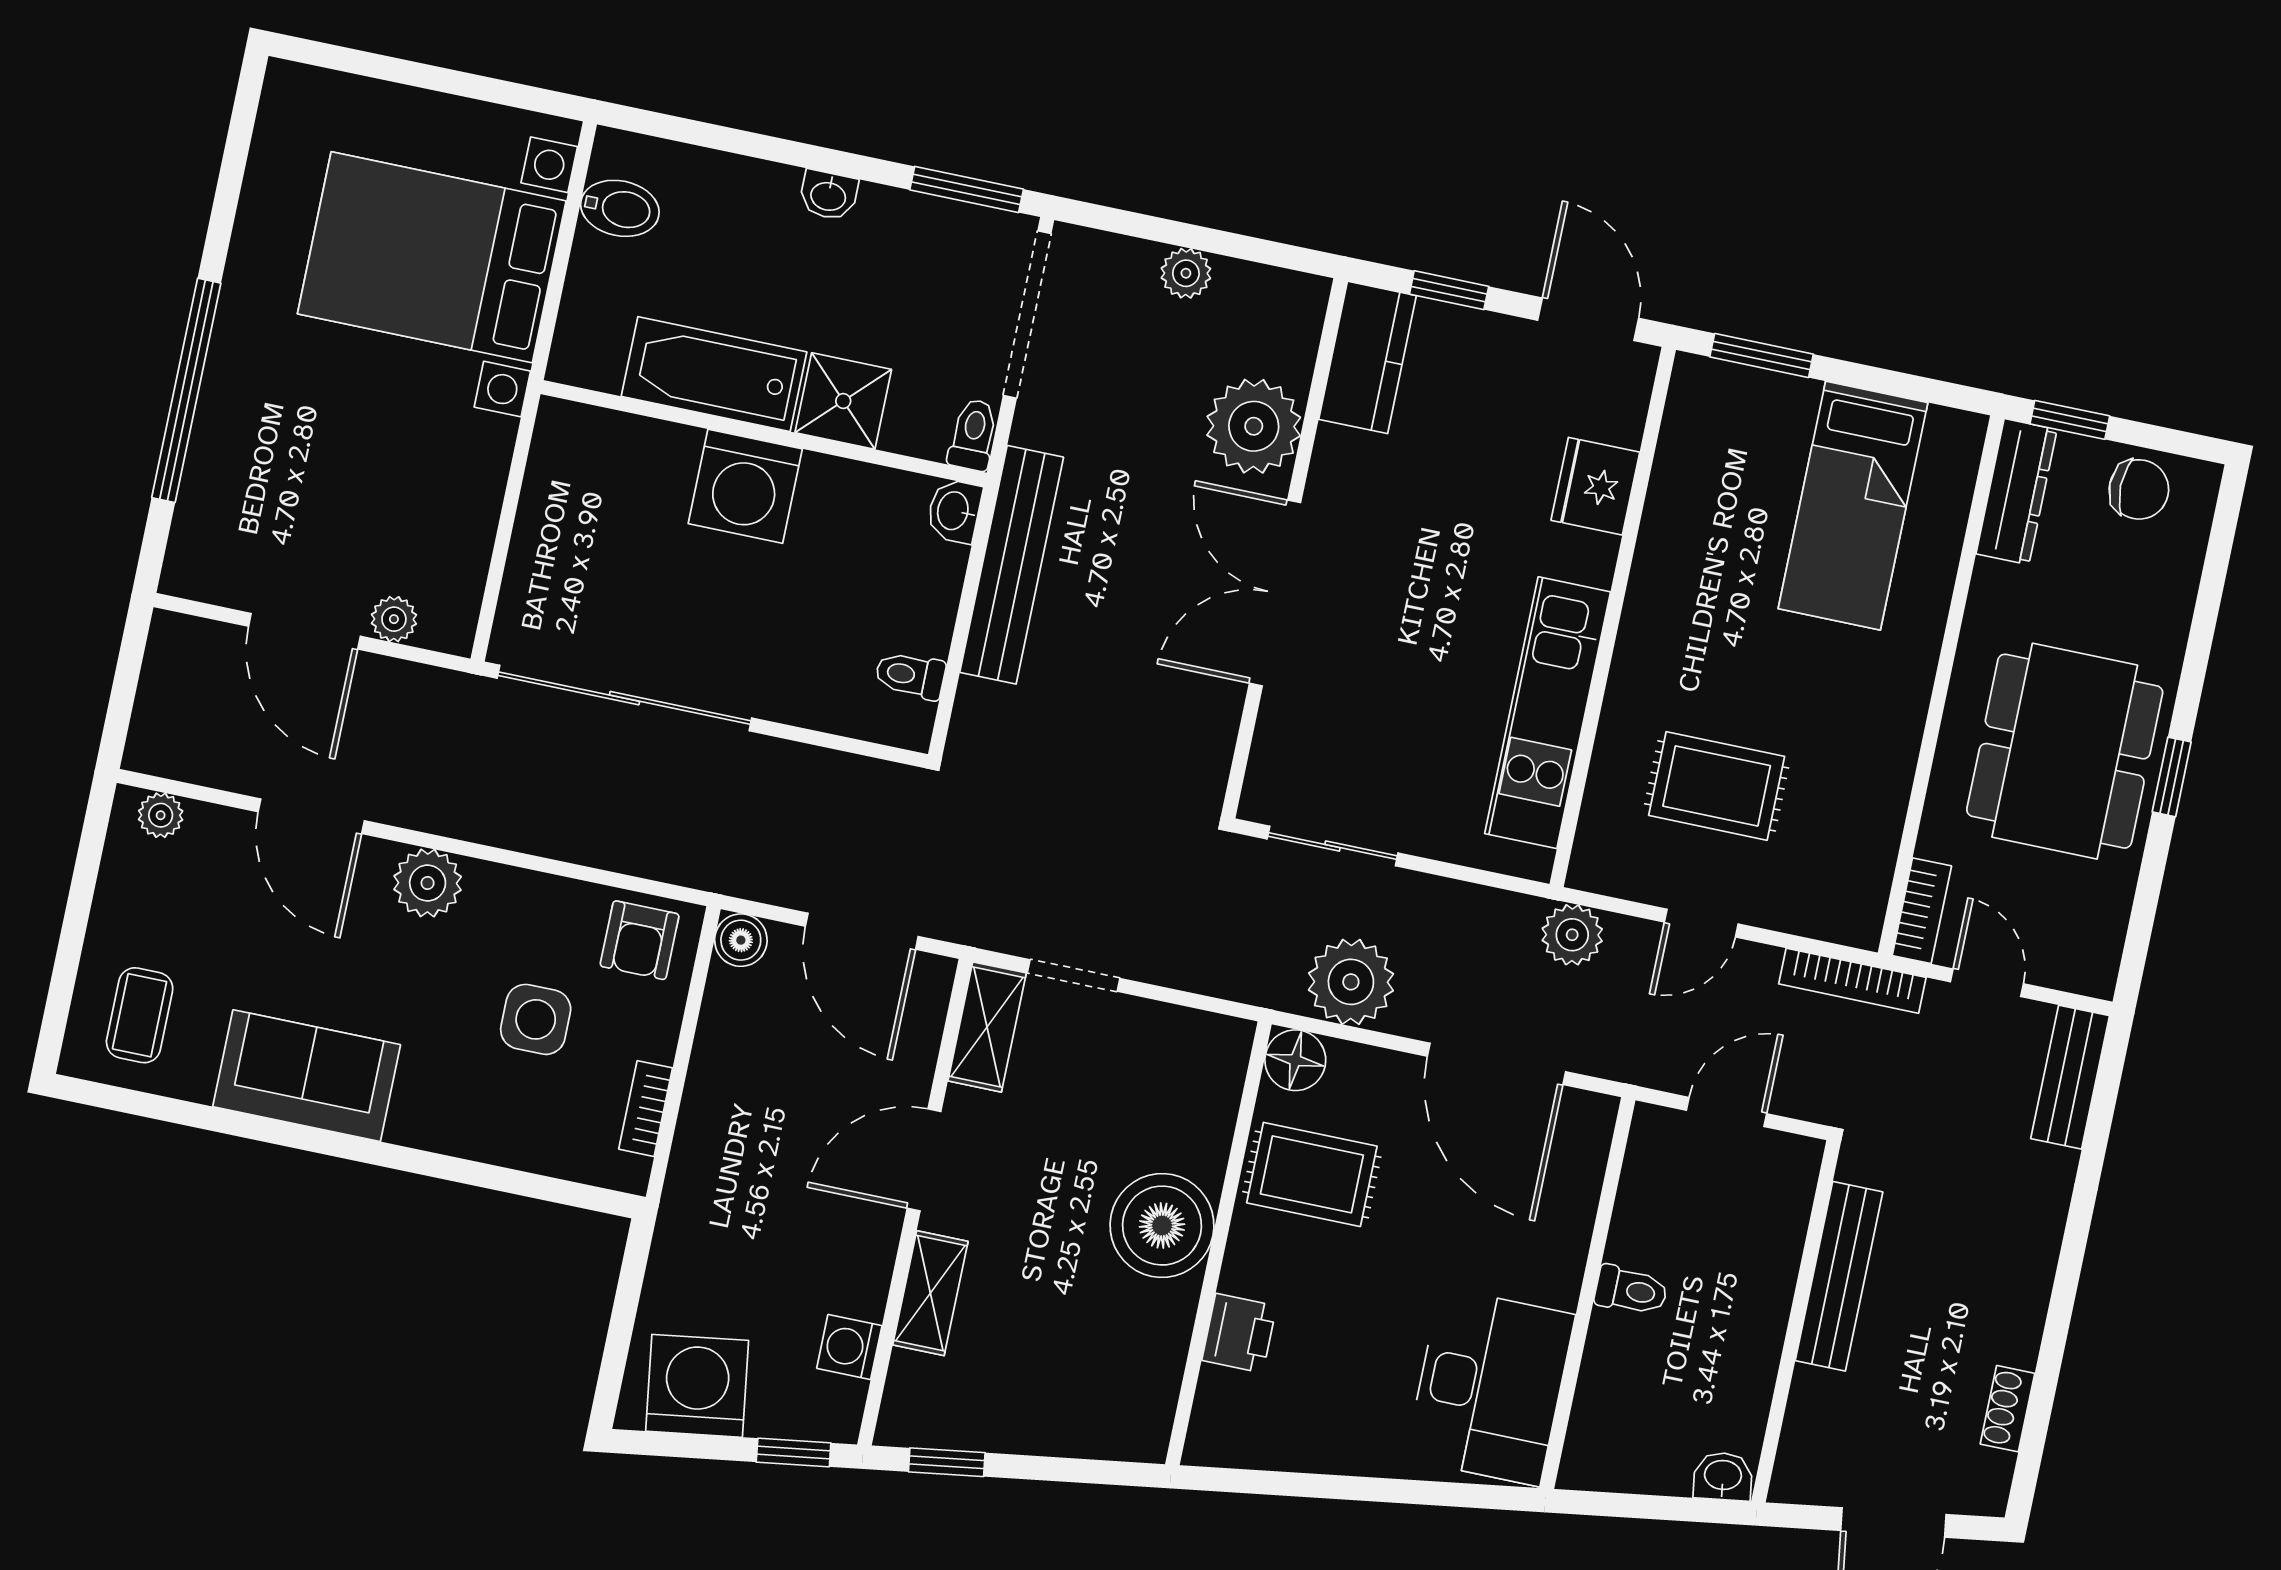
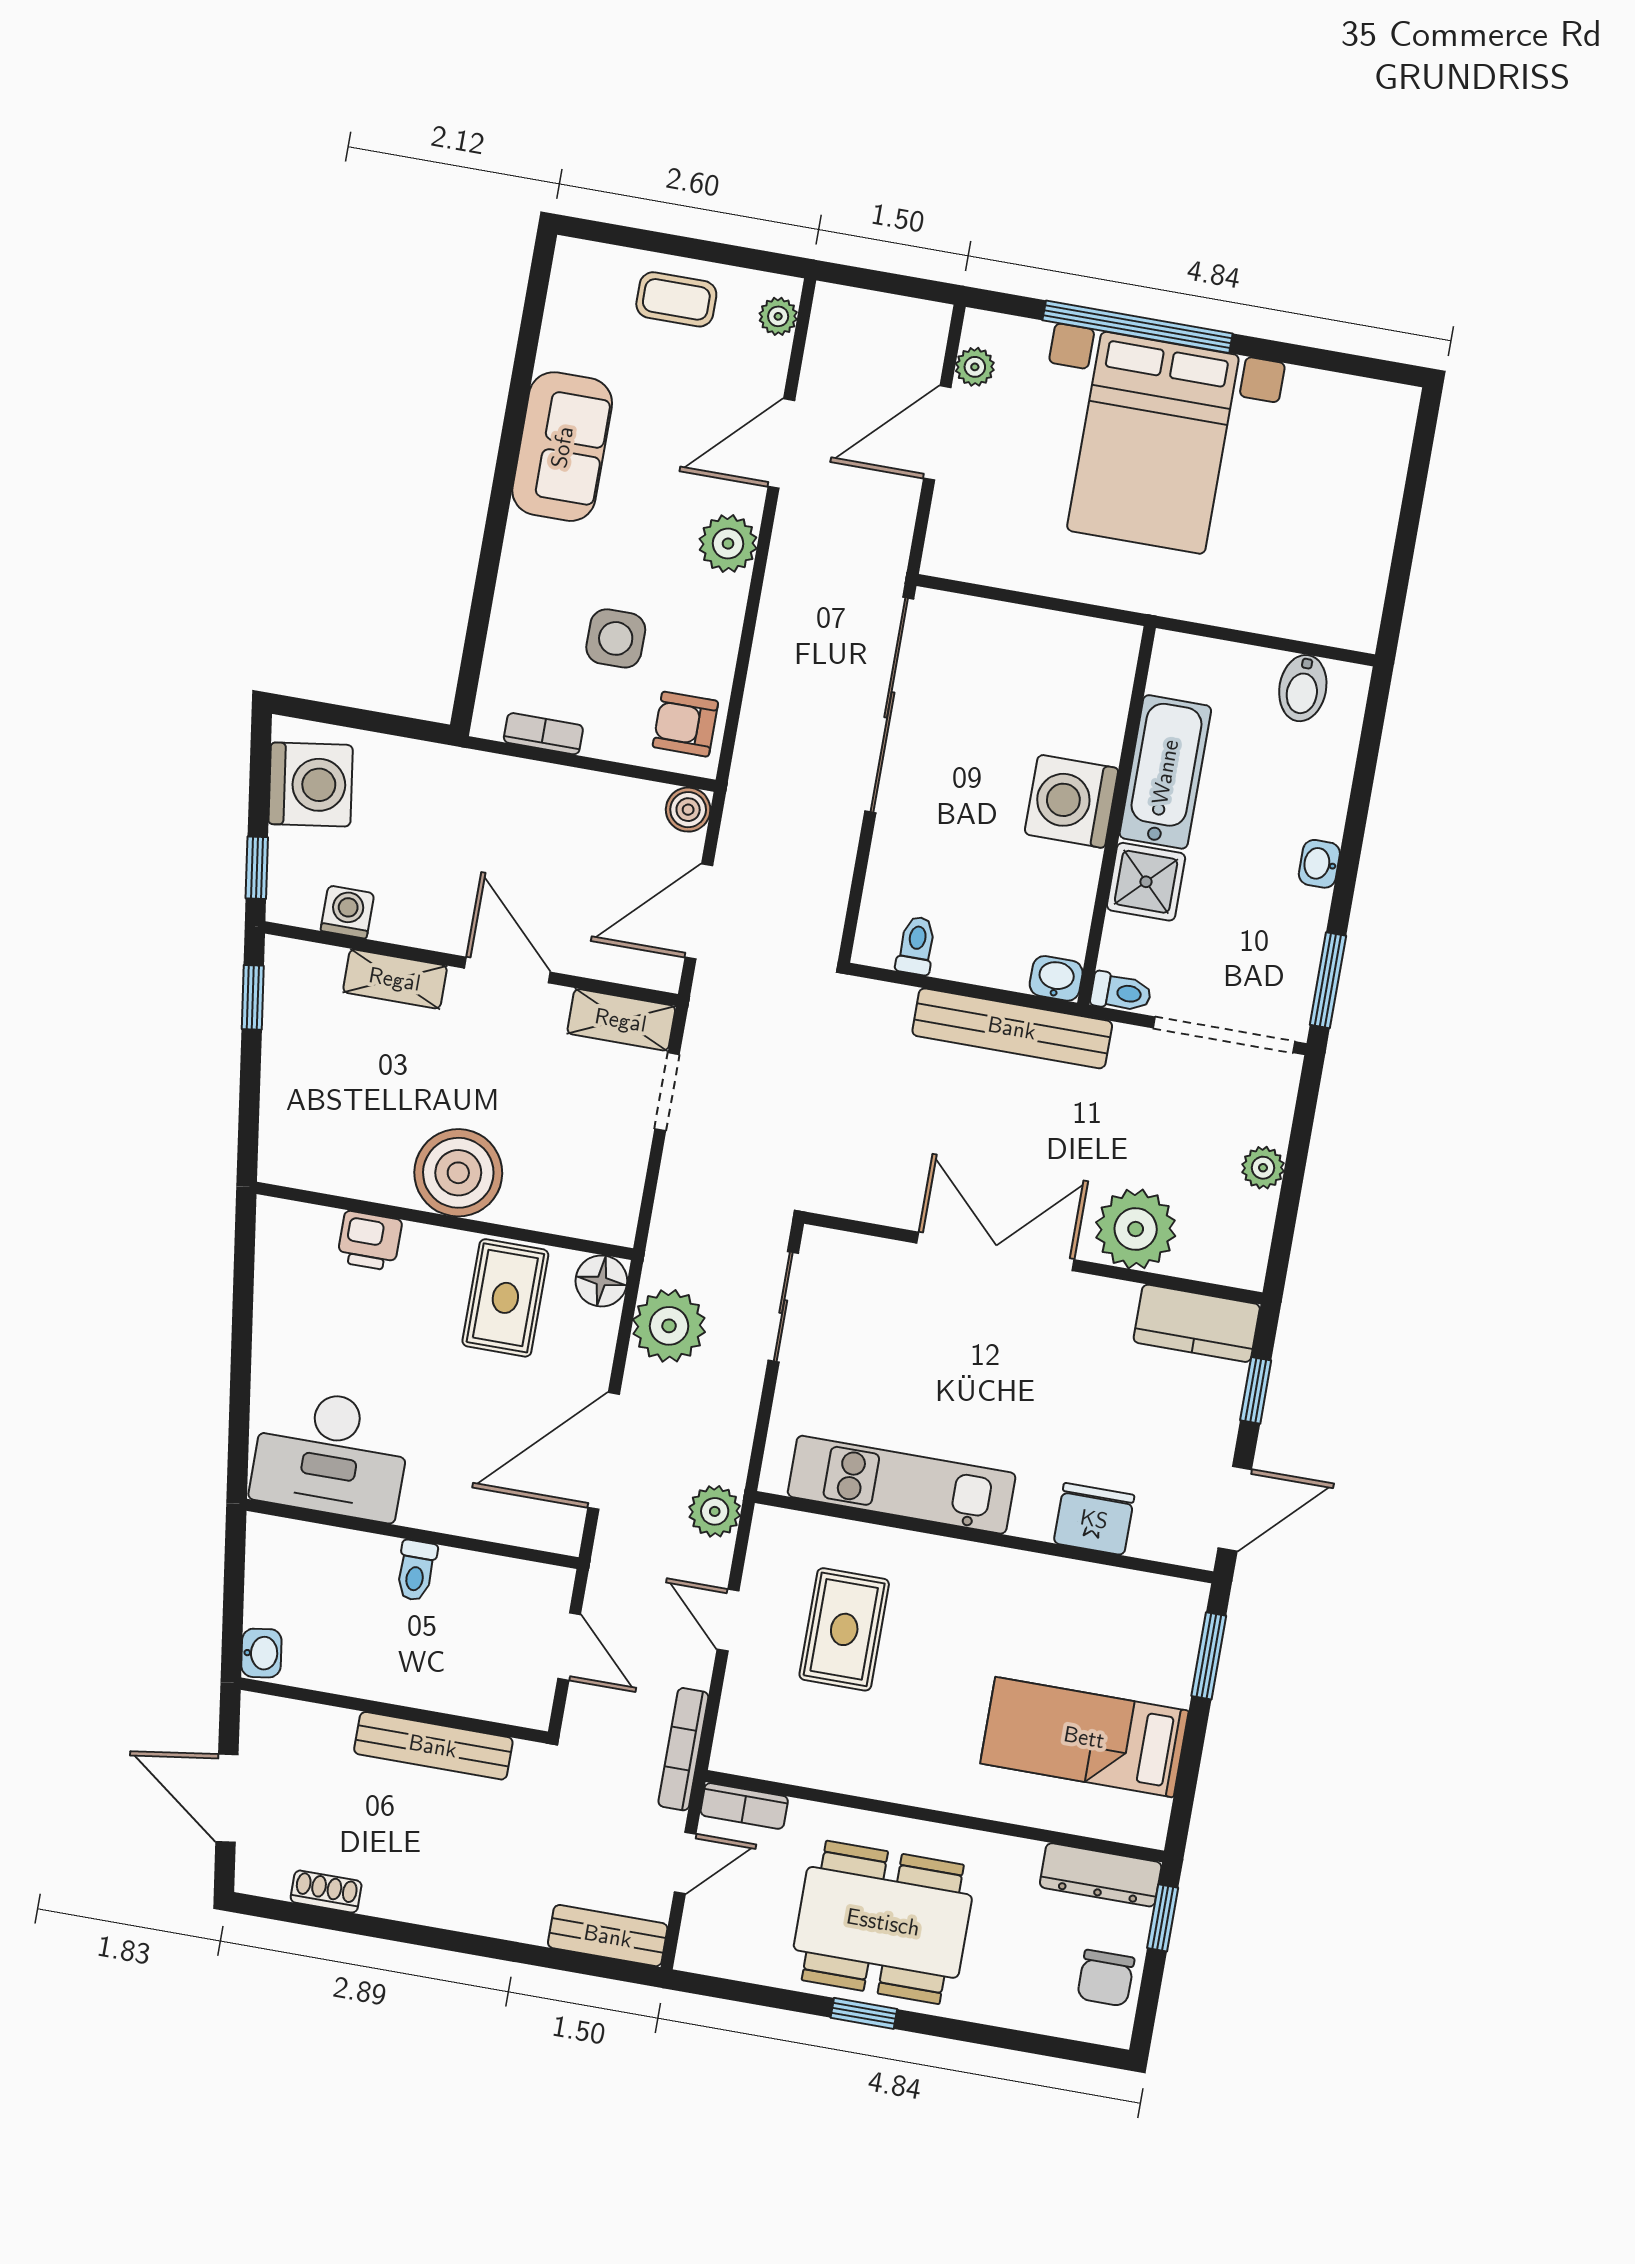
bed with nightstands: (432, 257) -> (1153, 443), moved, turned 180
plant: (394, 619) -> (975, 367), moved
coffee table: (140, 1015) -> (676, 299), moved

